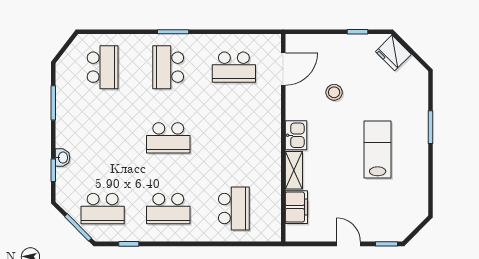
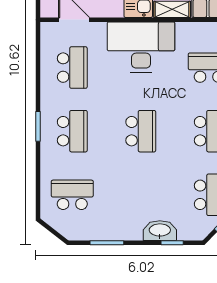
school desk: (168, 67) -> (72, 131), turned -90
desk: (255, 138) -> (141, 47), added
washbasin: (63, 158) -> (160, 231), width x1.91, depth x1.45

